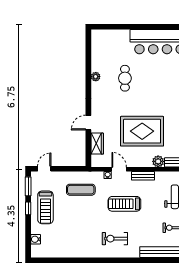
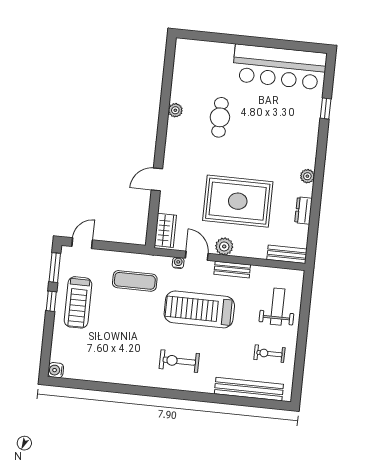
wardrobe: (97, 144) -> (165, 230), moved
plant: (158, 161) -> (224, 246), moved
treadmill: (124, 204) -> (199, 309), width x1.37, depth x1.38
water cooler: (36, 239) -> (56, 370), moved

